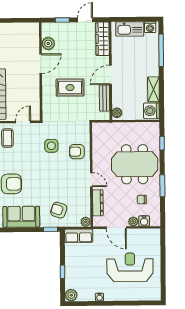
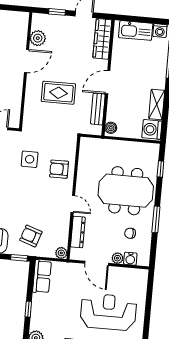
row of seats: (79, 236) -> (42, 277), moved, turned -90

